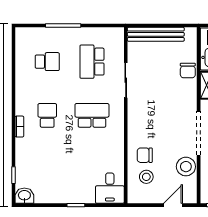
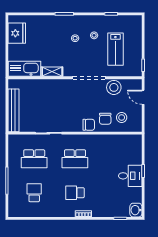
chair: (188, 71) -> (89, 125), moved
school desk: (92, 115) -> (75, 159), turned -90
desk: (110, 188) -> (130, 176), moved

